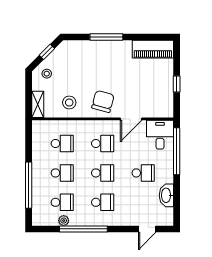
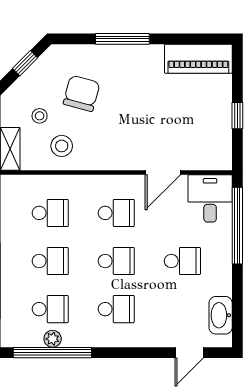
stool: (47, 74) -> (40, 116), moved
chair: (103, 101) -> (82, 93), moved
washbasin: (166, 195) -> (221, 315), moved
window: (83, 229) -> (52, 353), moved

